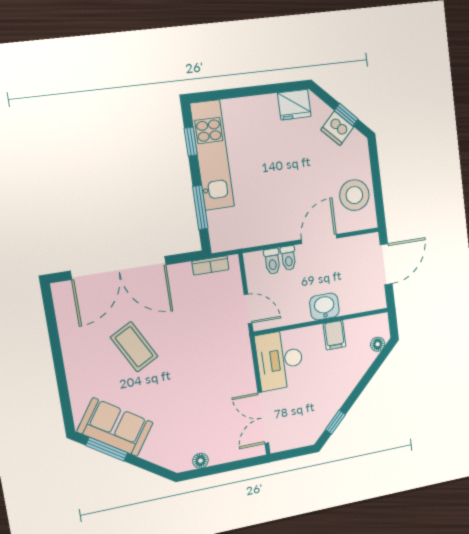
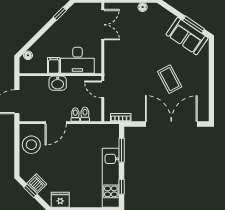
desk: (280, 360) -> (77, 60), moved, turned 90

